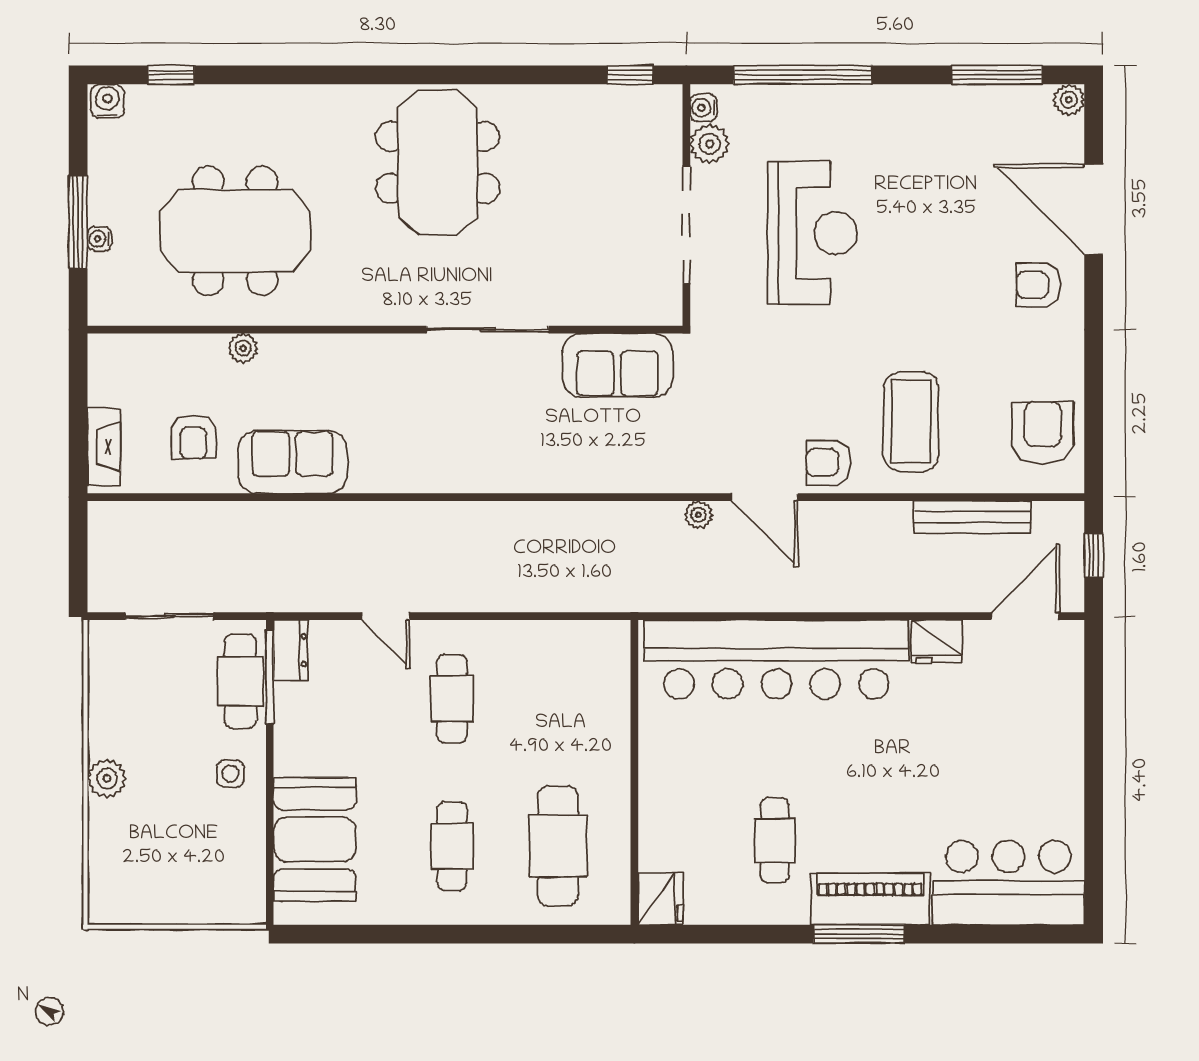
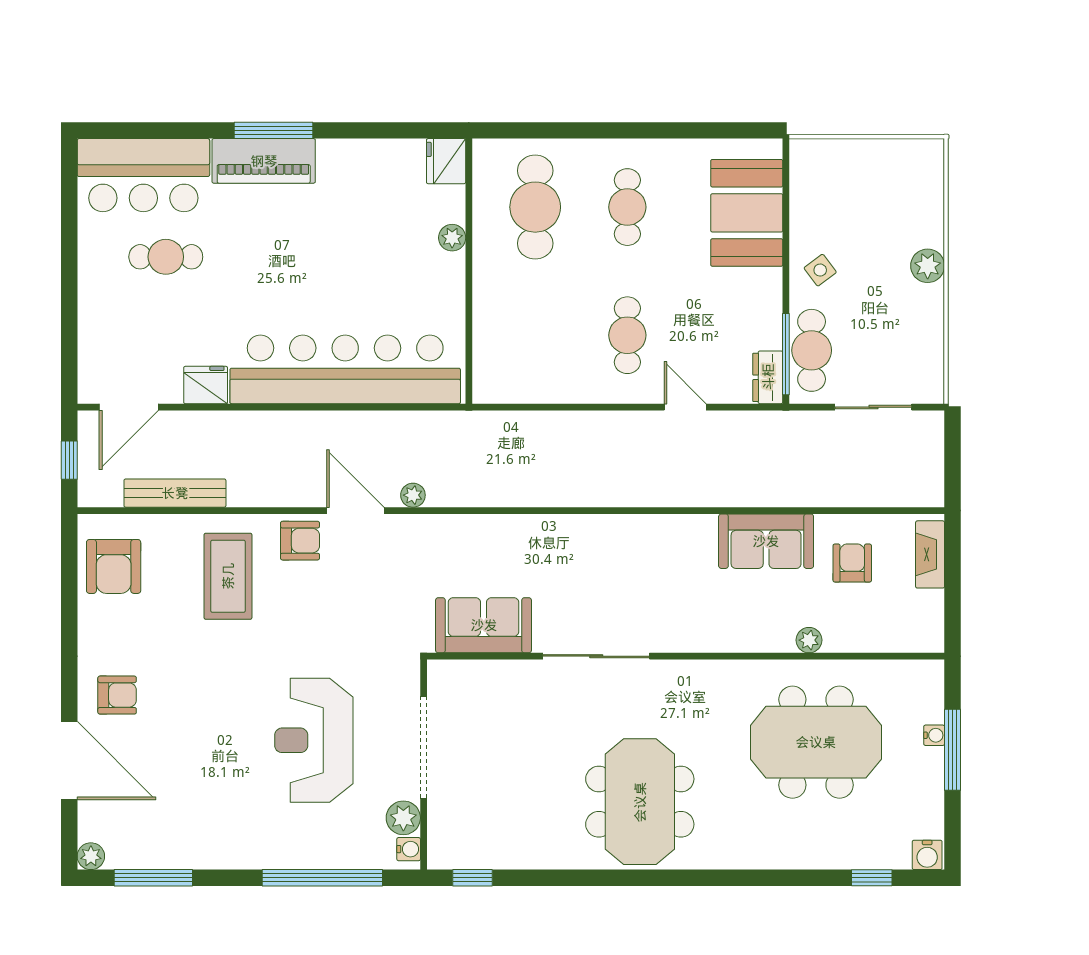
side table: (230, 774) -> (820, 270), turned -37
plant: (653, 811) -> (452, 238), added
cafe table: (775, 840) -> (166, 257), moved, turned 90

